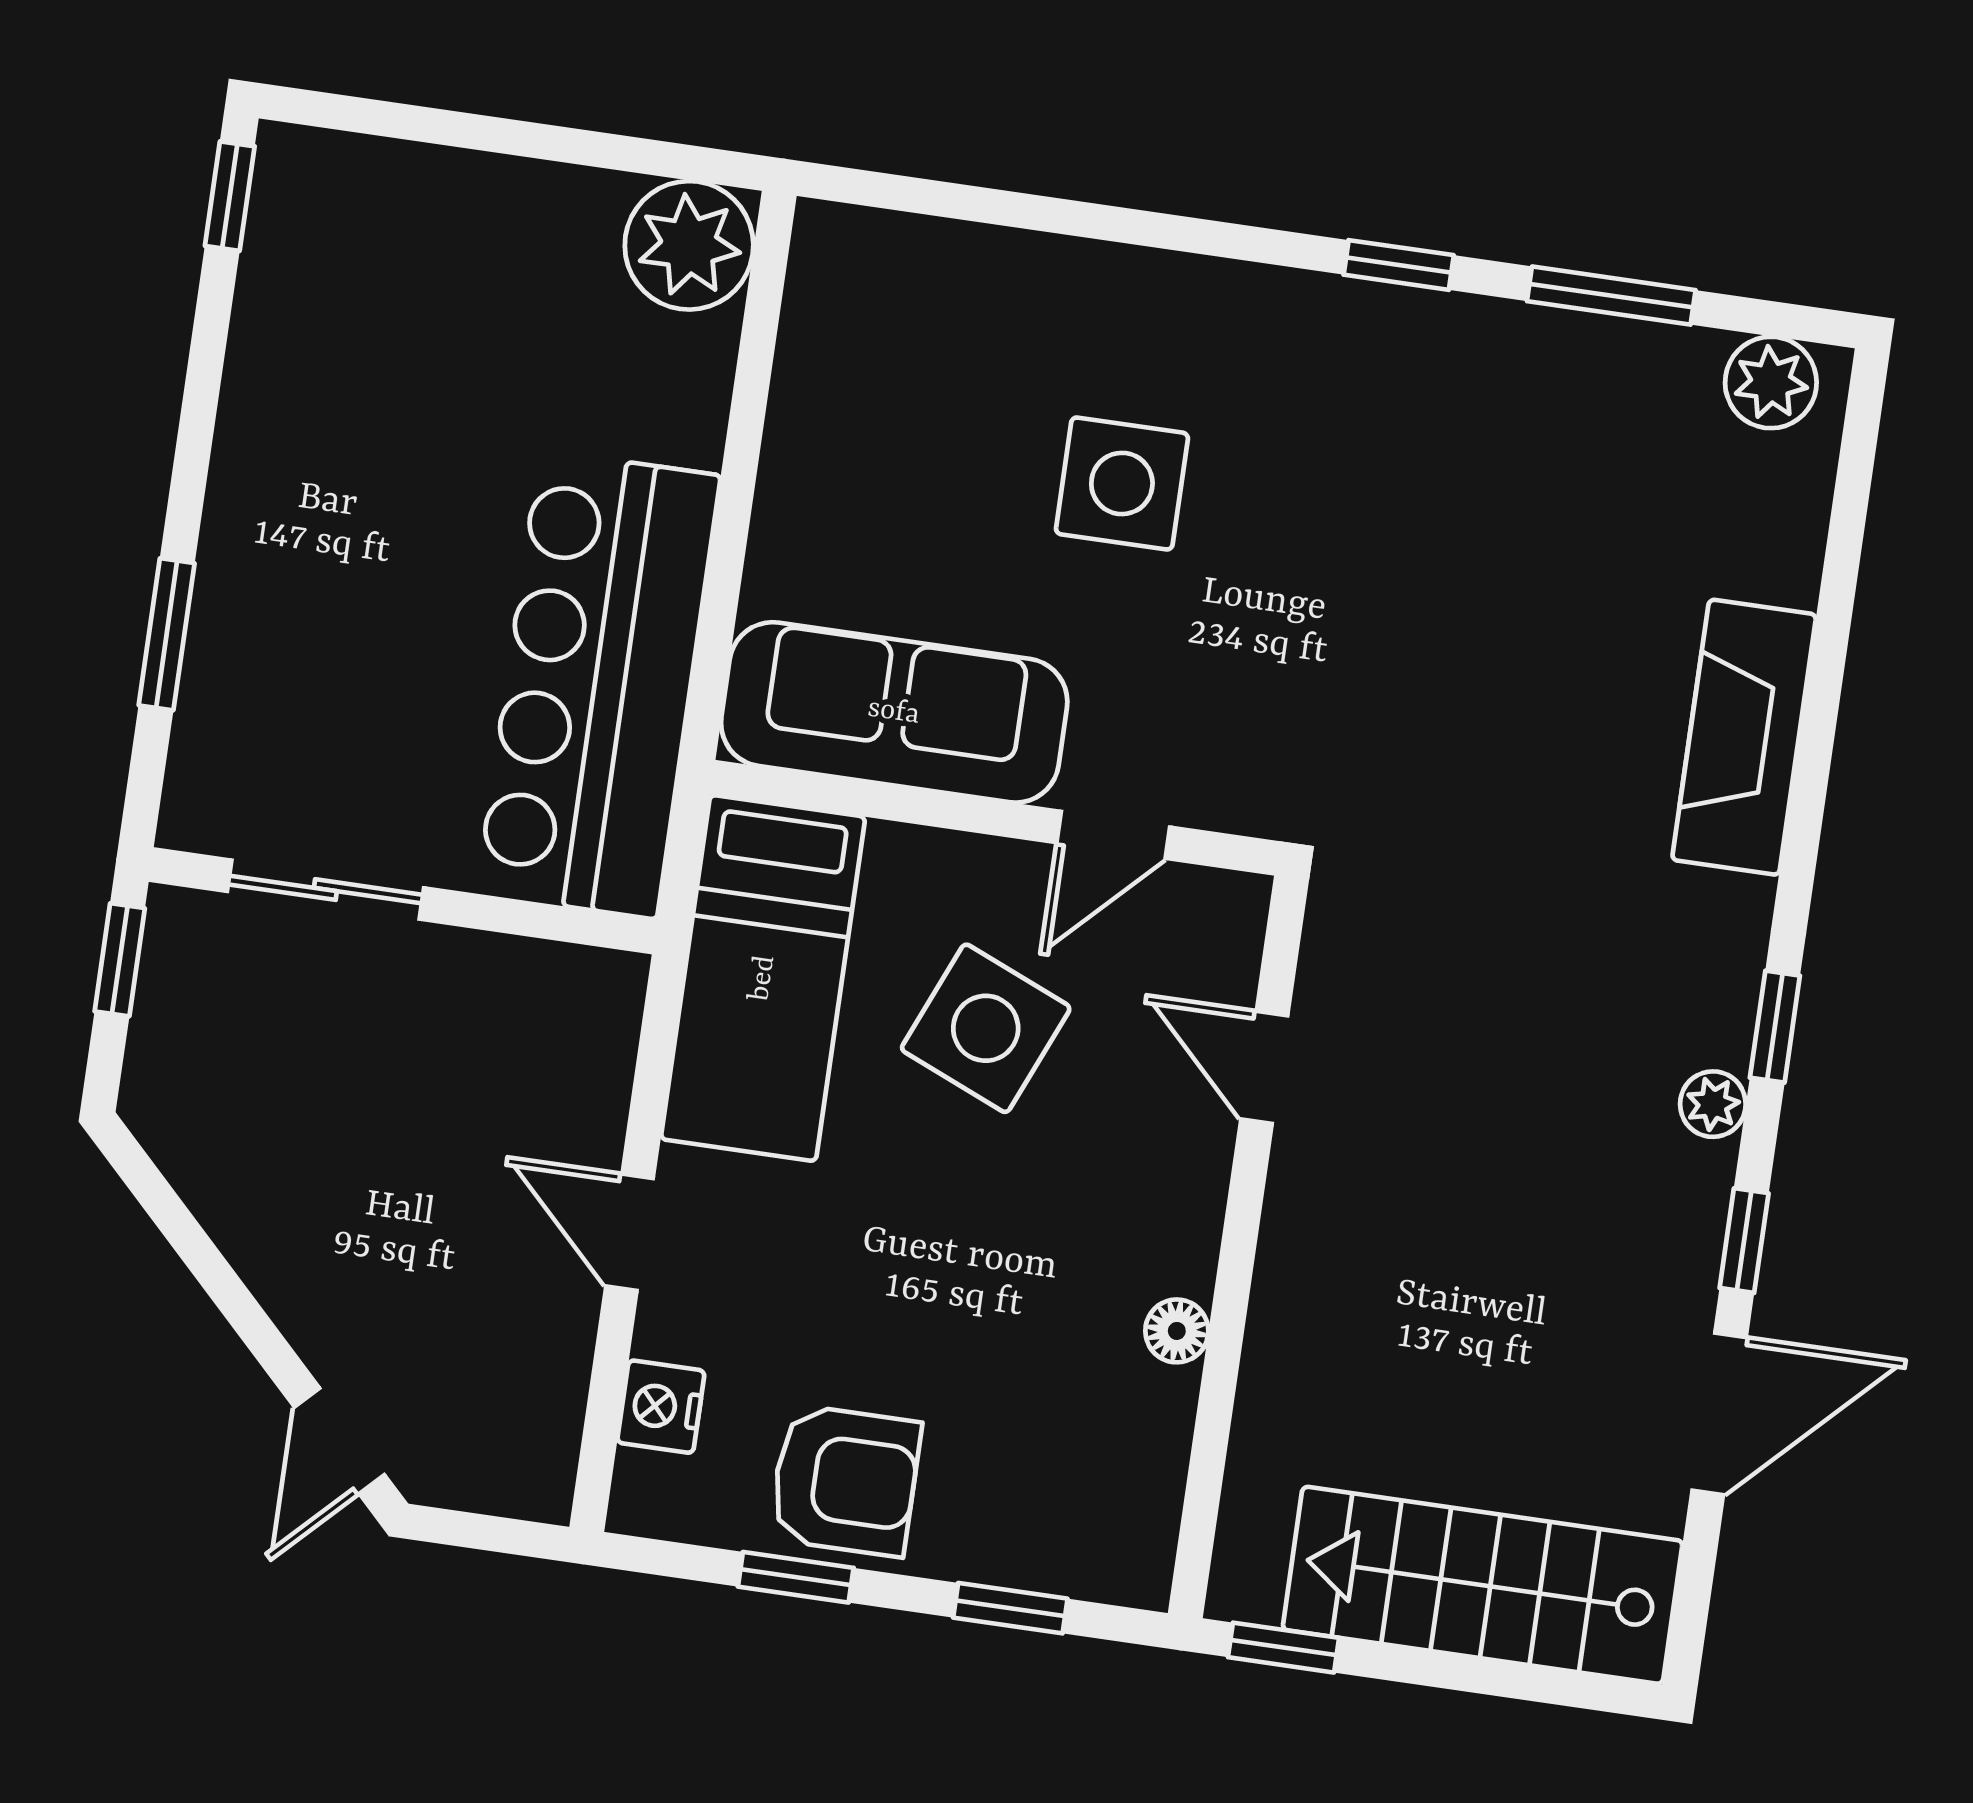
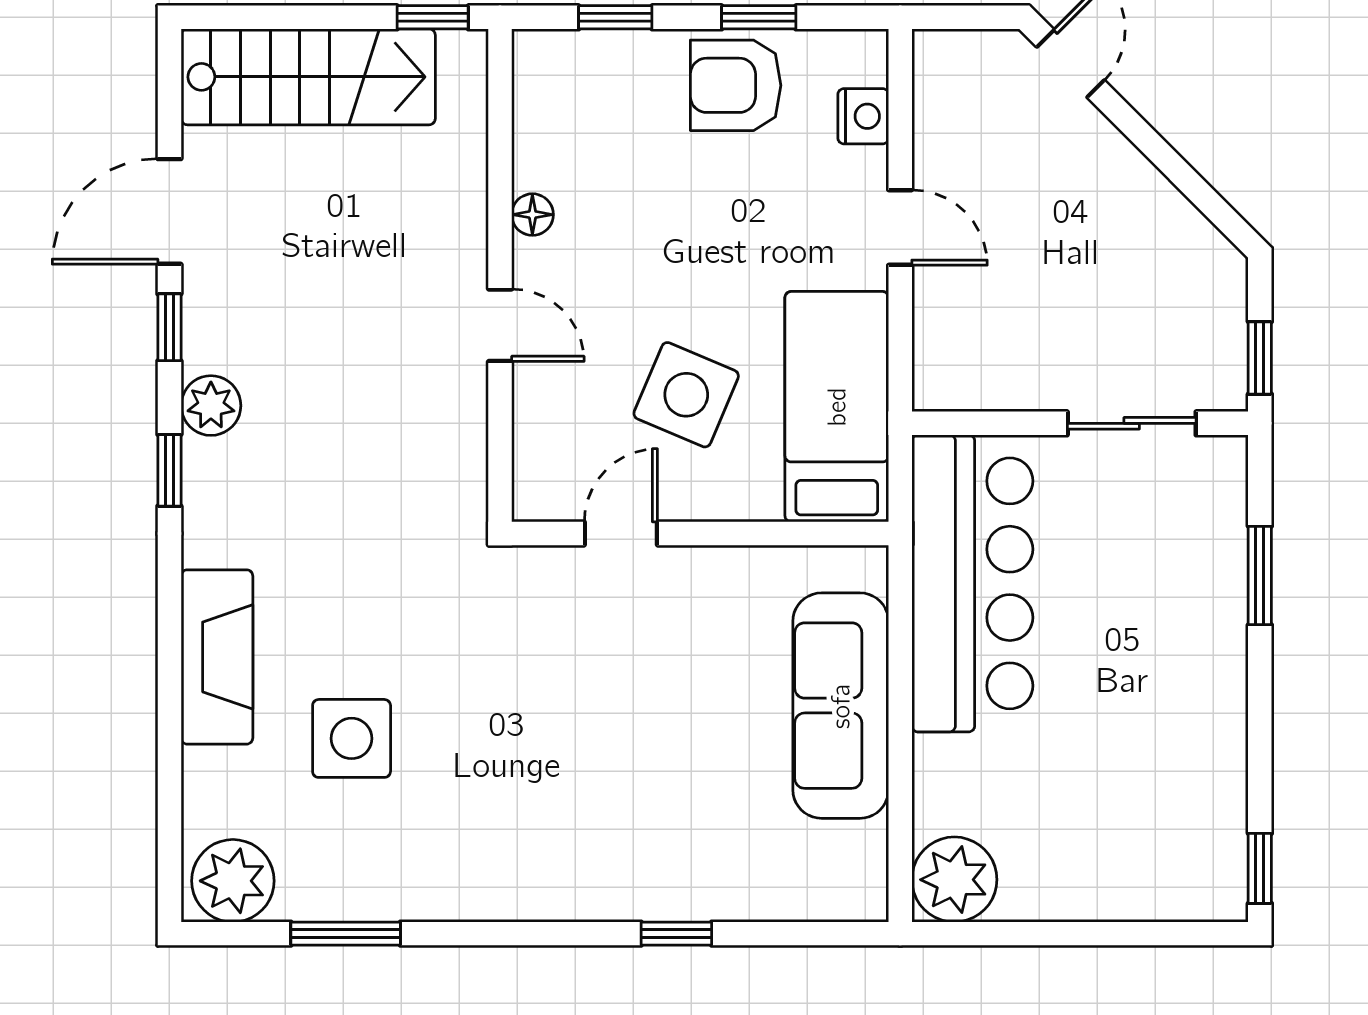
window: (1399, 265) -> (676, 934), moved
plant: (1771, 383) -> (233, 881), width x1.36, depth x1.36
side table: (1122, 483) -> (352, 738), moved
sofa: (894, 712) -> (841, 706), moved, turned 90
door: (1264, 1067) -> (500, 325), moved
plant: (1713, 1104) -> (211, 406), width x1.37, depth x1.37

